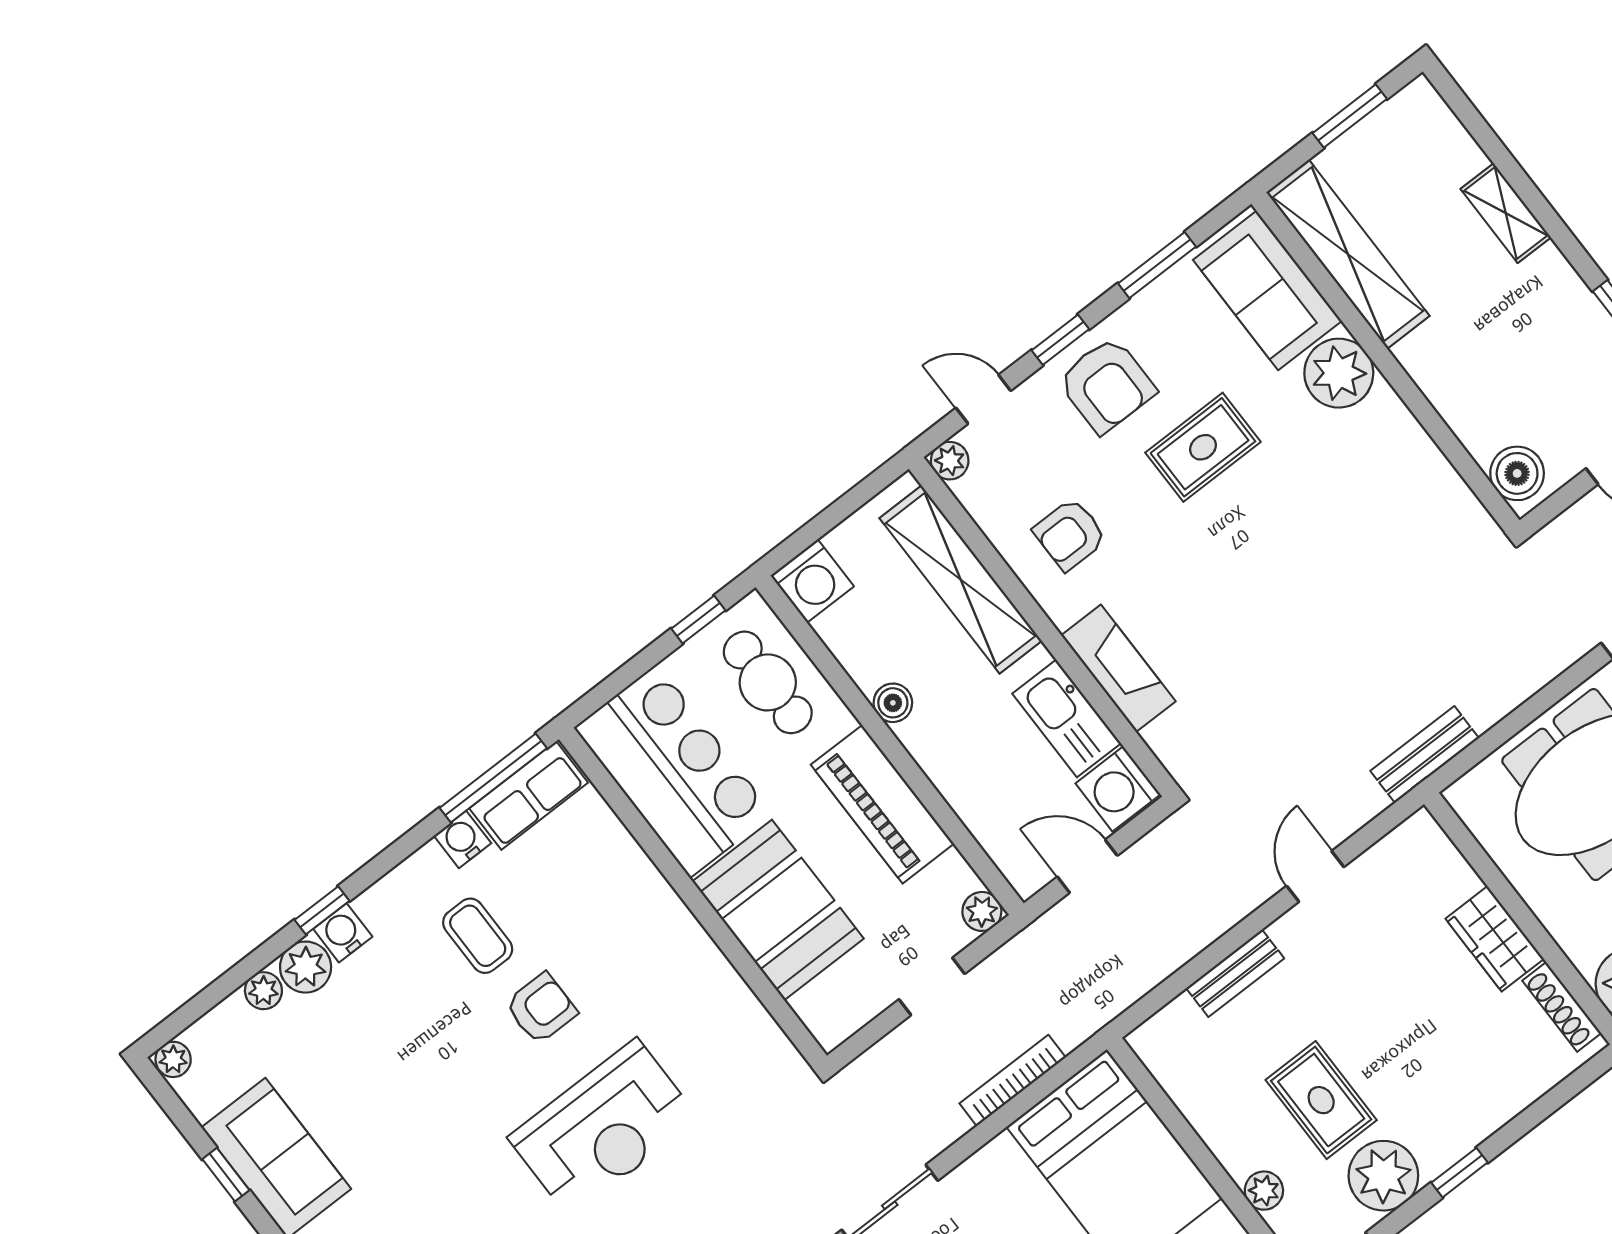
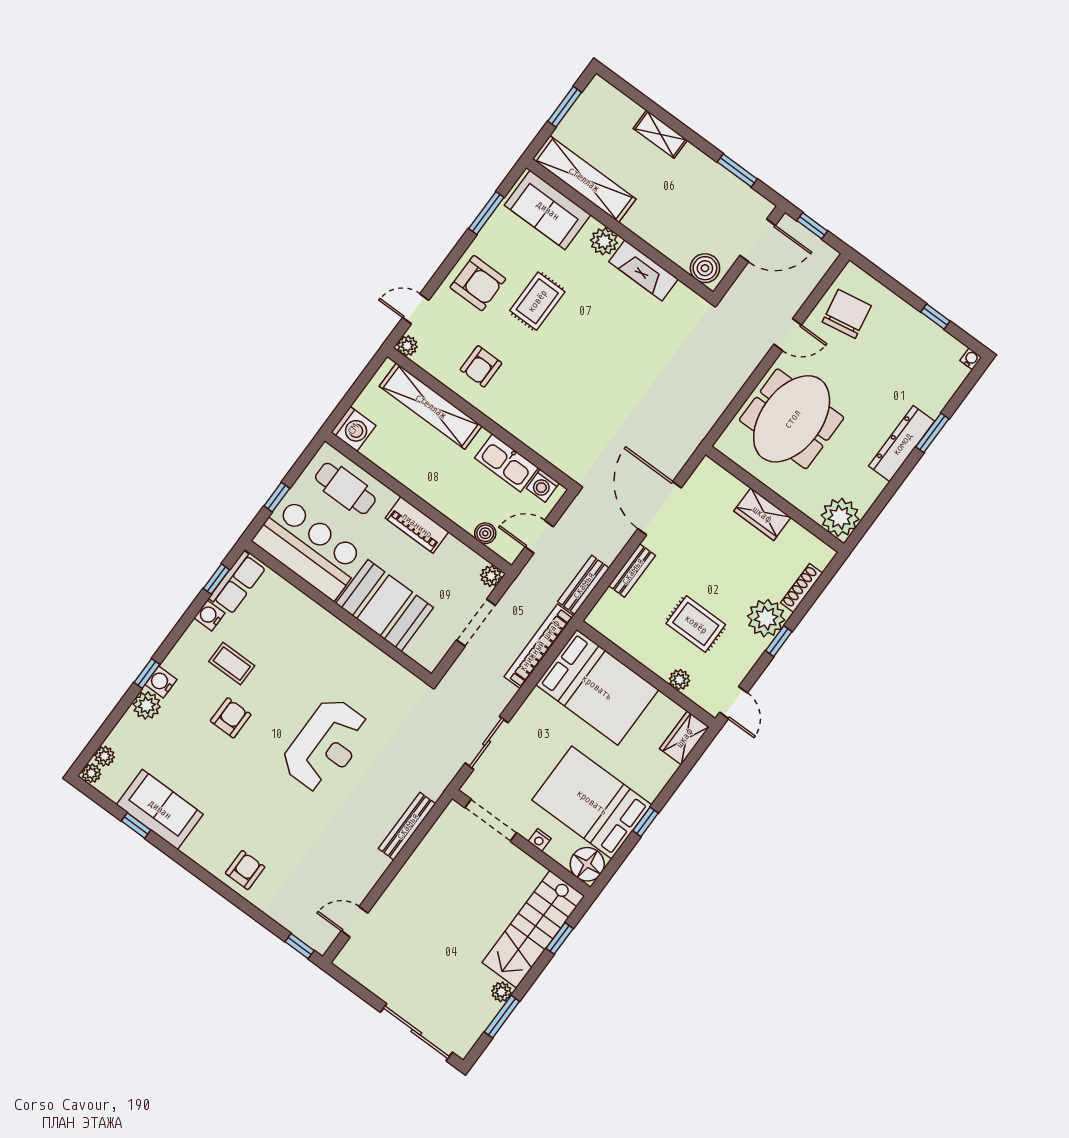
window: (1060, 340) -> (447, 266), removed
plant: (1339, 373) -> (604, 241), width x0.73, depth x0.73
window: (698, 619) -> (277, 497), moved
fireplace: (1118, 668) -> (643, 270), moved, turned 180
boiler: (893, 703) -> (485, 533), moved
bench: (1425, 755) -> (583, 585), moved
window: (493, 778) -> (216, 579), width x0.46
washing machine: (1118, 789) -> (543, 486), width x0.73, depth x0.73
piano: (882, 804) -> (417, 525), width x0.73, depth x0.75
door: (1315, 876) -> (660, 508), width x1.87
doorway: (932, 987) -> (476, 623), width x1.38
plant: (263, 991) -> (105, 756), moved
shoe rack: (1562, 1007) -> (802, 588), moved, turned 90
armchair: (541, 1008) -> (231, 718), moved
bookcase: (1013, 1080) -> (539, 646), width x1.48, depth x1.31
plant: (1383, 1176) -> (766, 618), moved

